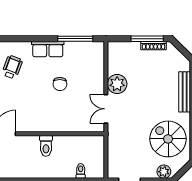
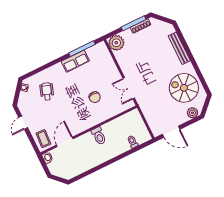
row of seats: (48, 49) -> (75, 61), moved
chair: (60, 84) -> (95, 97), moved
plant: (117, 84) -> (116, 43), moved

